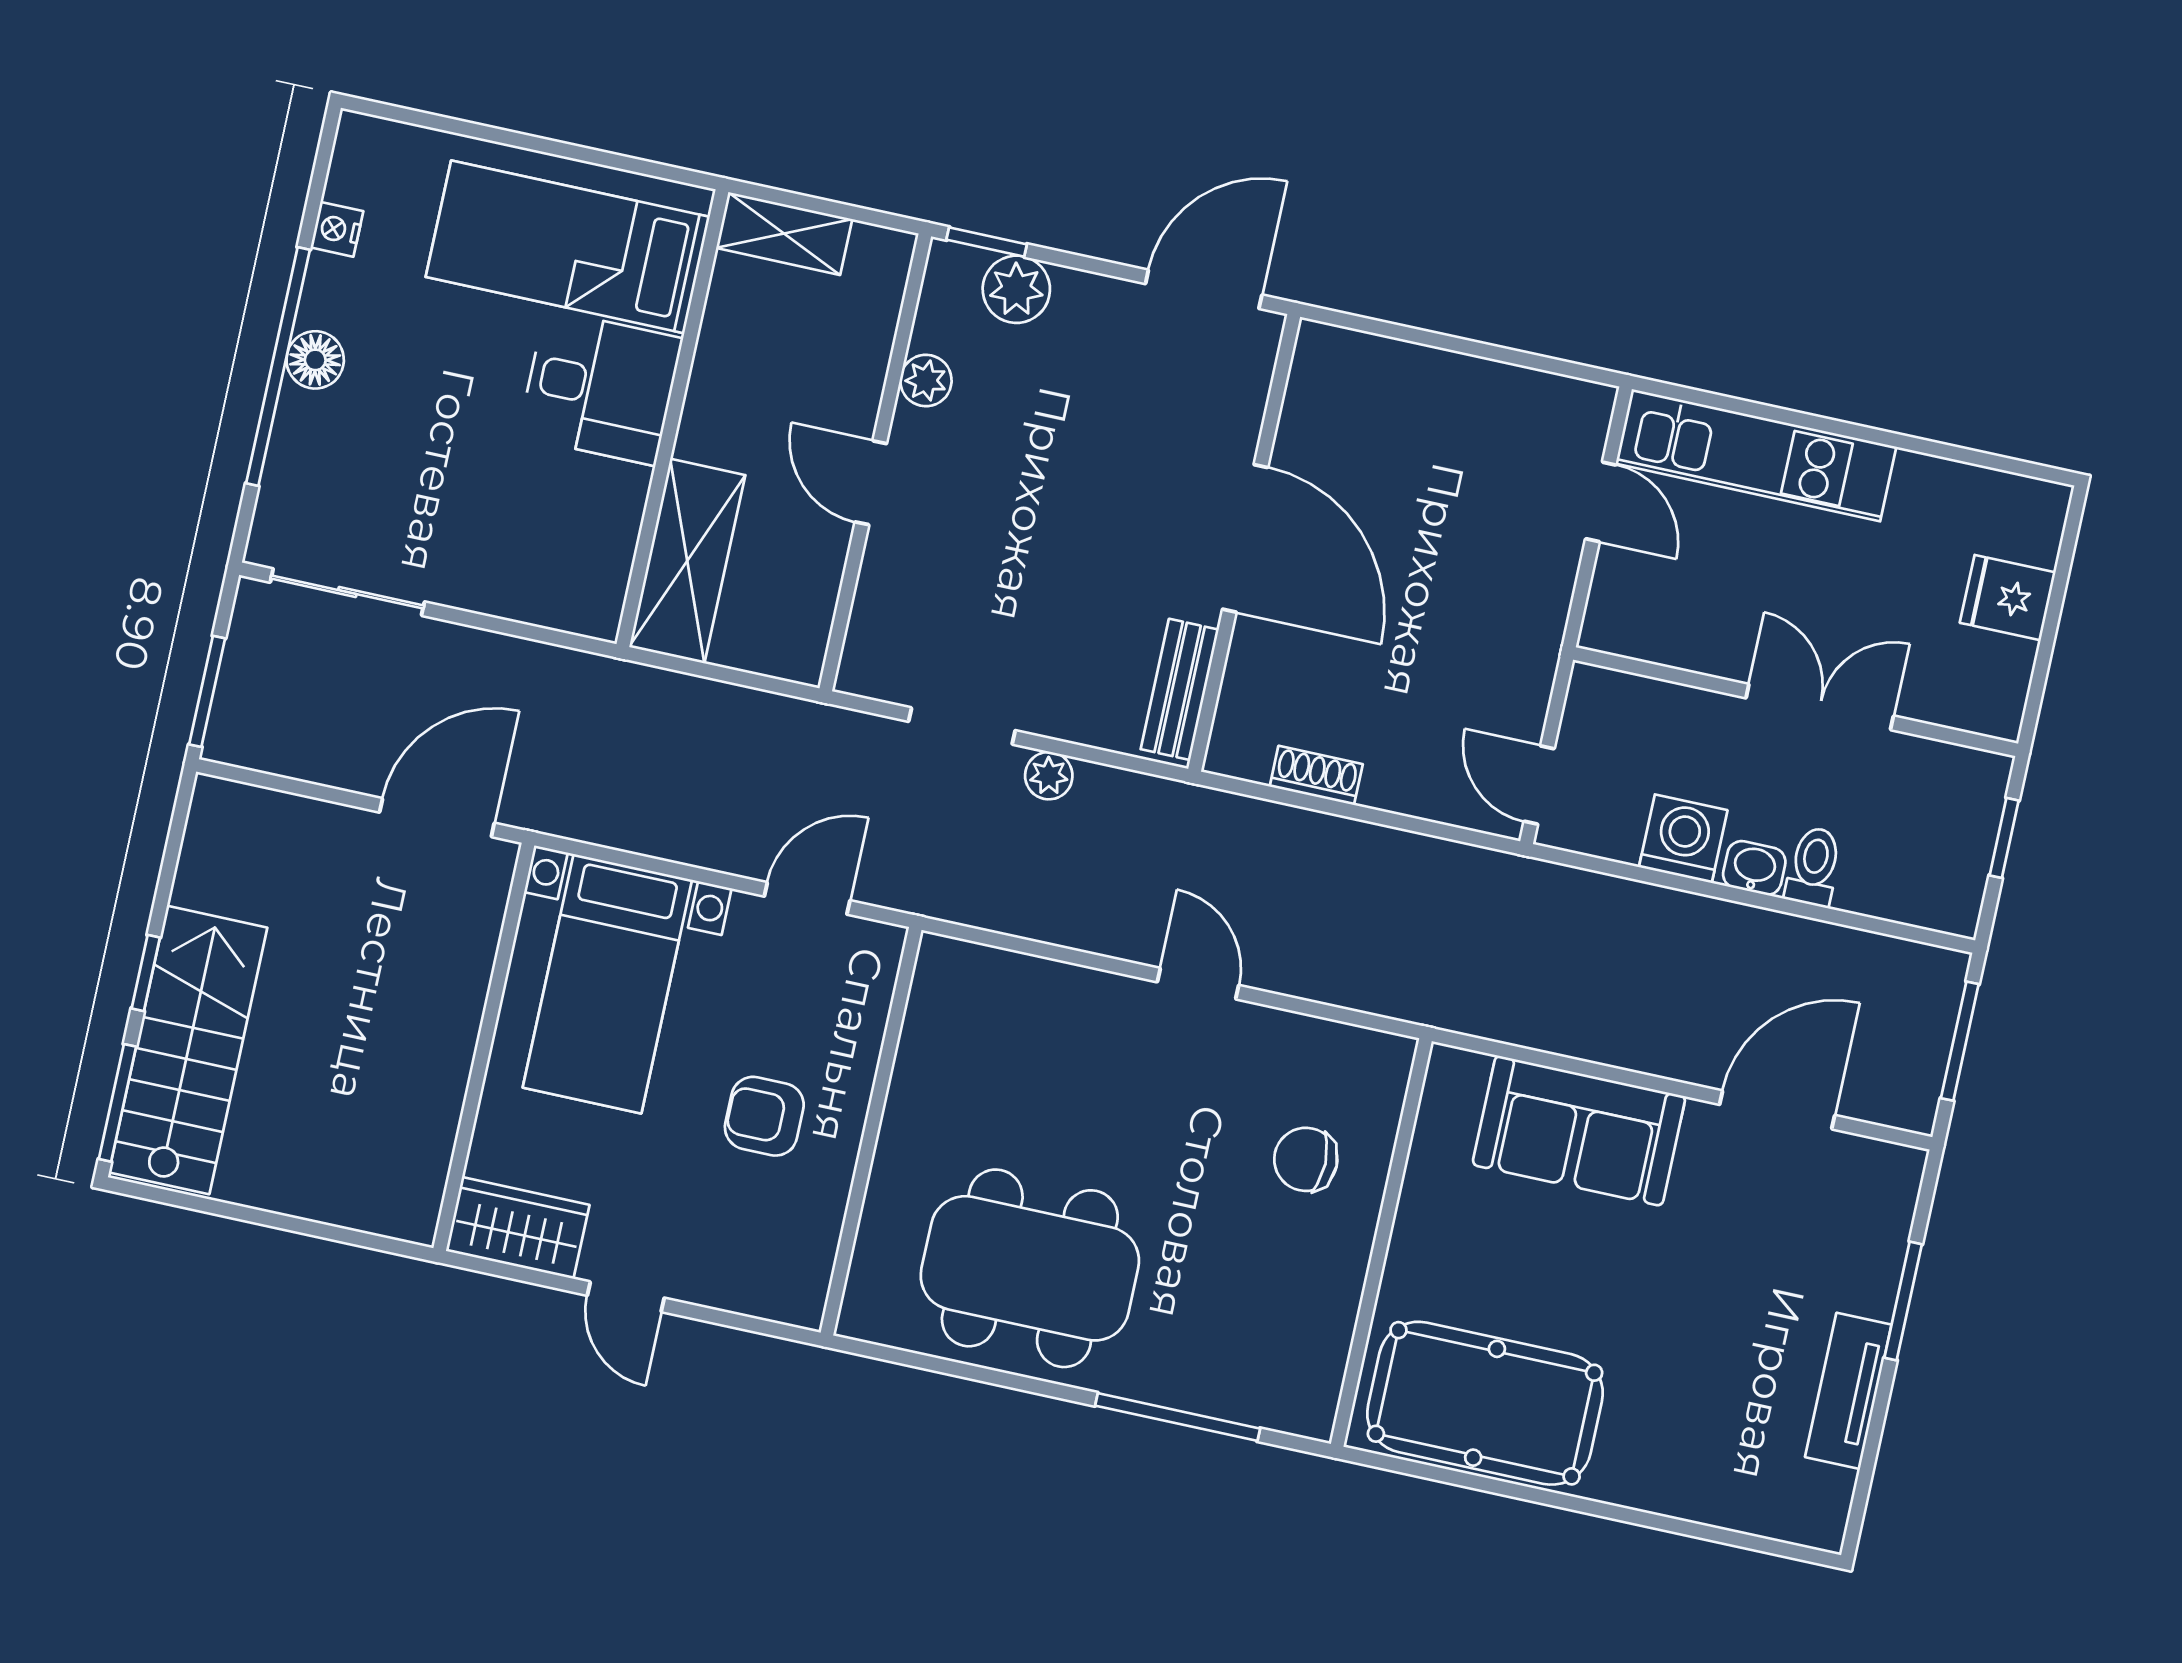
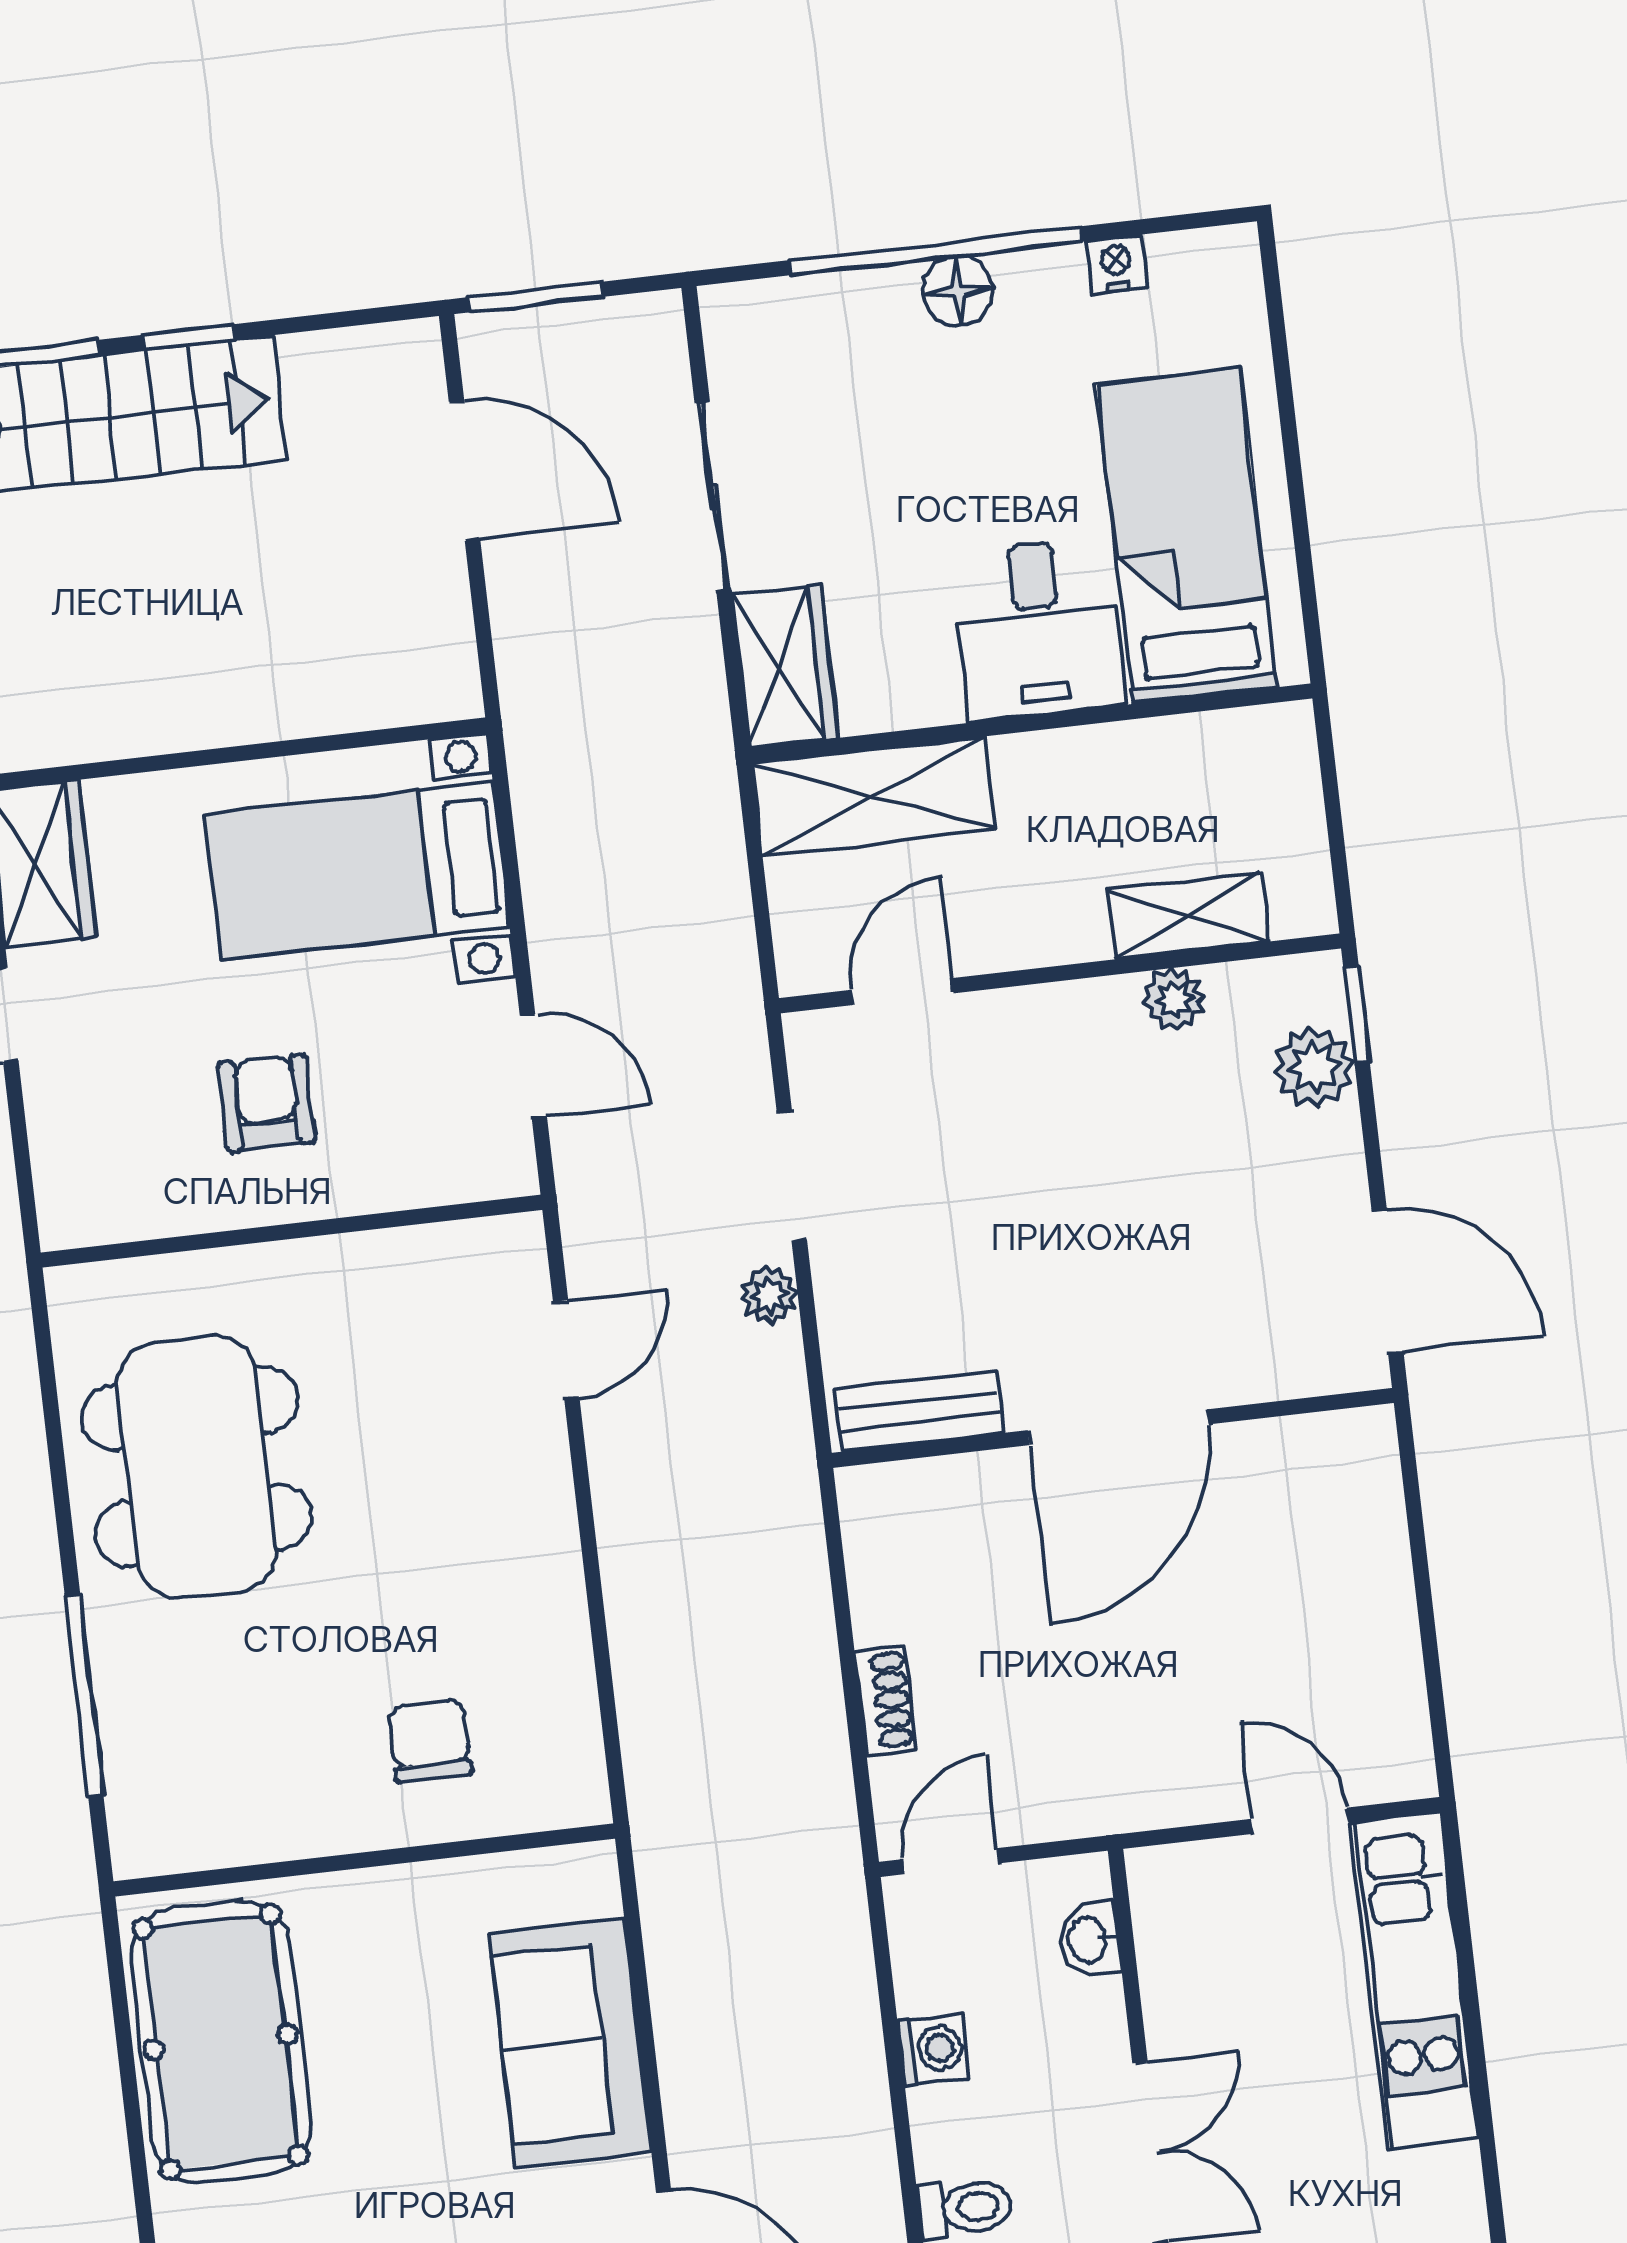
shelving: (784, 234) -> (1188, 916), moved, turned 90
door: (871, 483) -> (902, 992), moved
door: (1601, 502) -> (1300, 1821), swing flipped
sliding door: (347, 592) -> (713, 496), moved
wardrobe: (563, 595) -> (785, 667), added
shoe rack: (1316, 775) -> (886, 1700), moved
door: (437, 818) -> (465, 471), moved
washing machine: (1683, 839) -> (933, 2049), width x0.73, depth x0.73
washbasin: (1754, 868) -> (1089, 1940), moved, turned 180
door: (1198, 984) -> (566, 1350), moved

